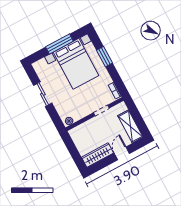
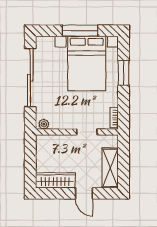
sliding door: (43, 94) -> (30, 78), width x1.86
door: (122, 153) -> (84, 193), swing flipped

